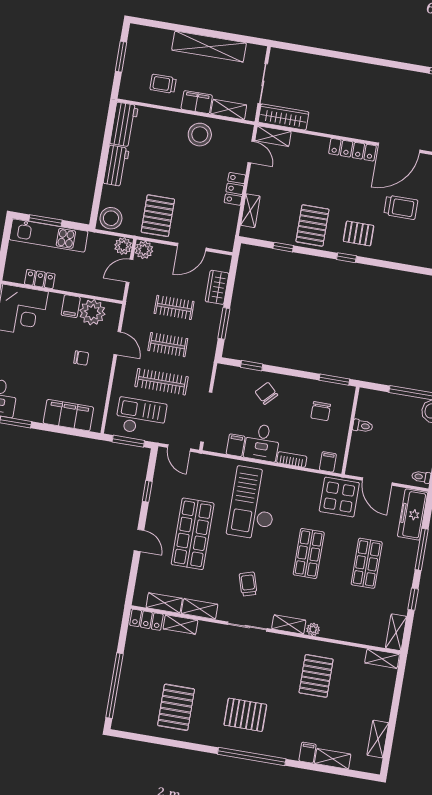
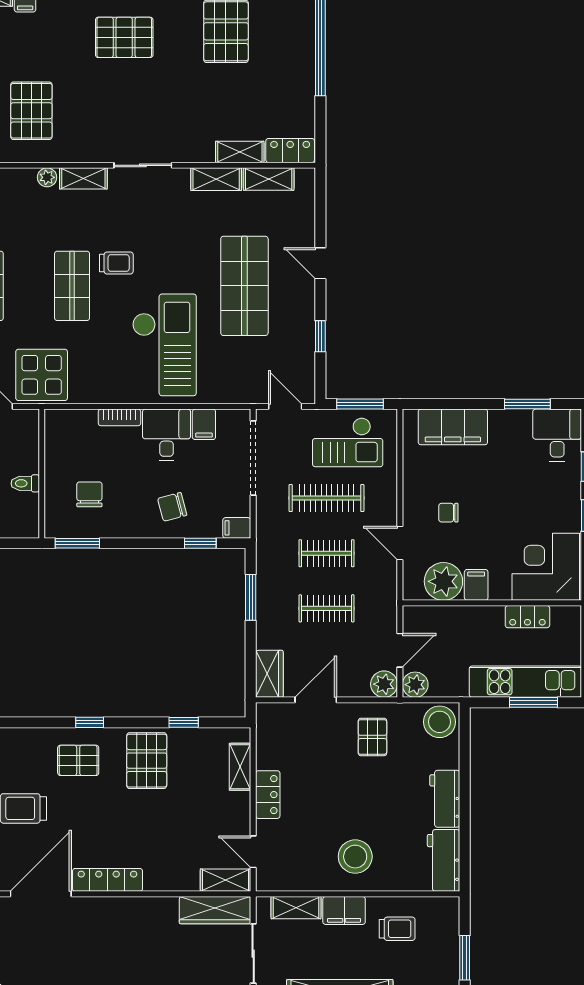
stool: (200, 135) -> (355, 857), moved
pallet: (158, 216) -> (372, 737), width x0.67, depth x0.71
wardrobe: (217, 287) -> (269, 674), moved
chair: (266, 393) -> (172, 507), turned 121
filing cabinet: (328, 462) -> (237, 528), moved, turned 90
trolley: (248, 584) -> (116, 263), moved, turned -73

